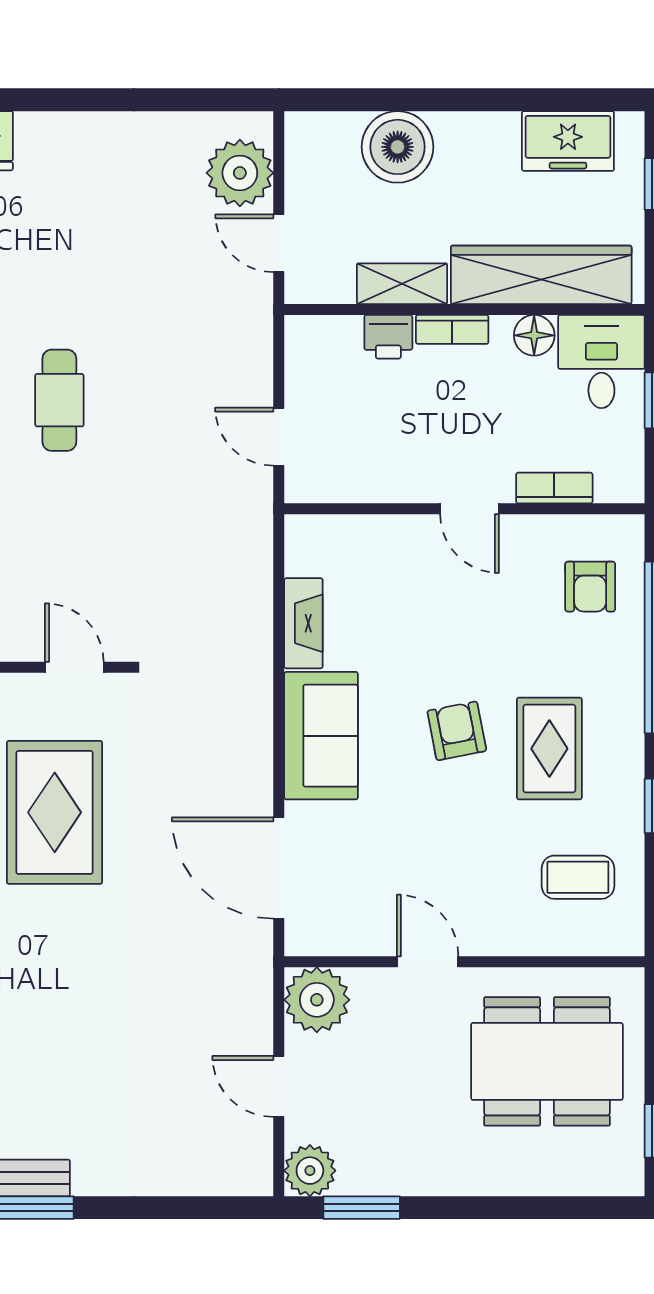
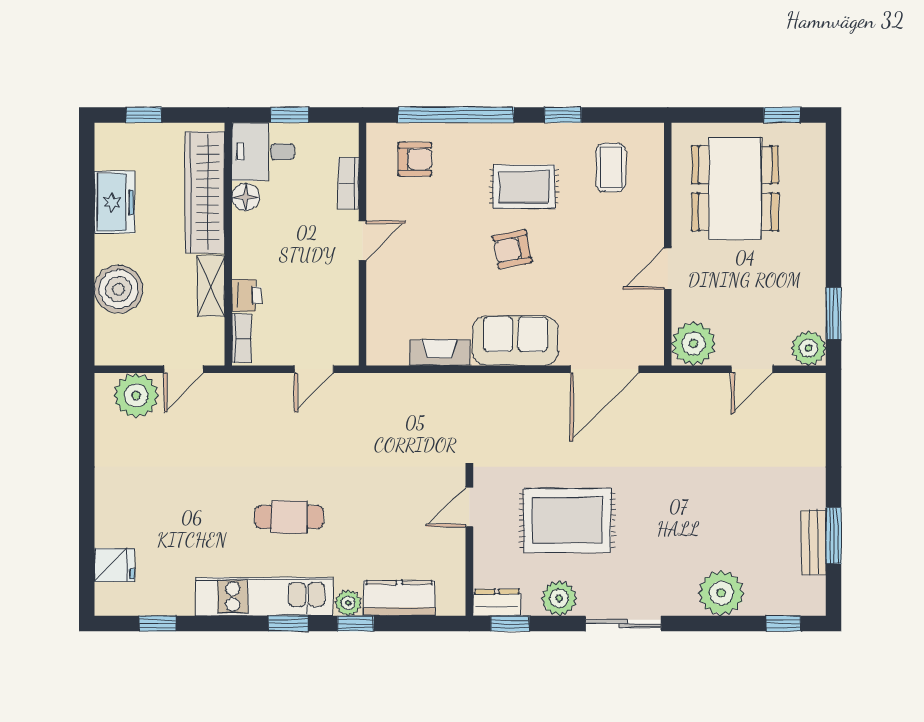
freezer: (568, 141) -> (115, 202), moved
bookcase: (452, 329) -> (242, 338), moved

